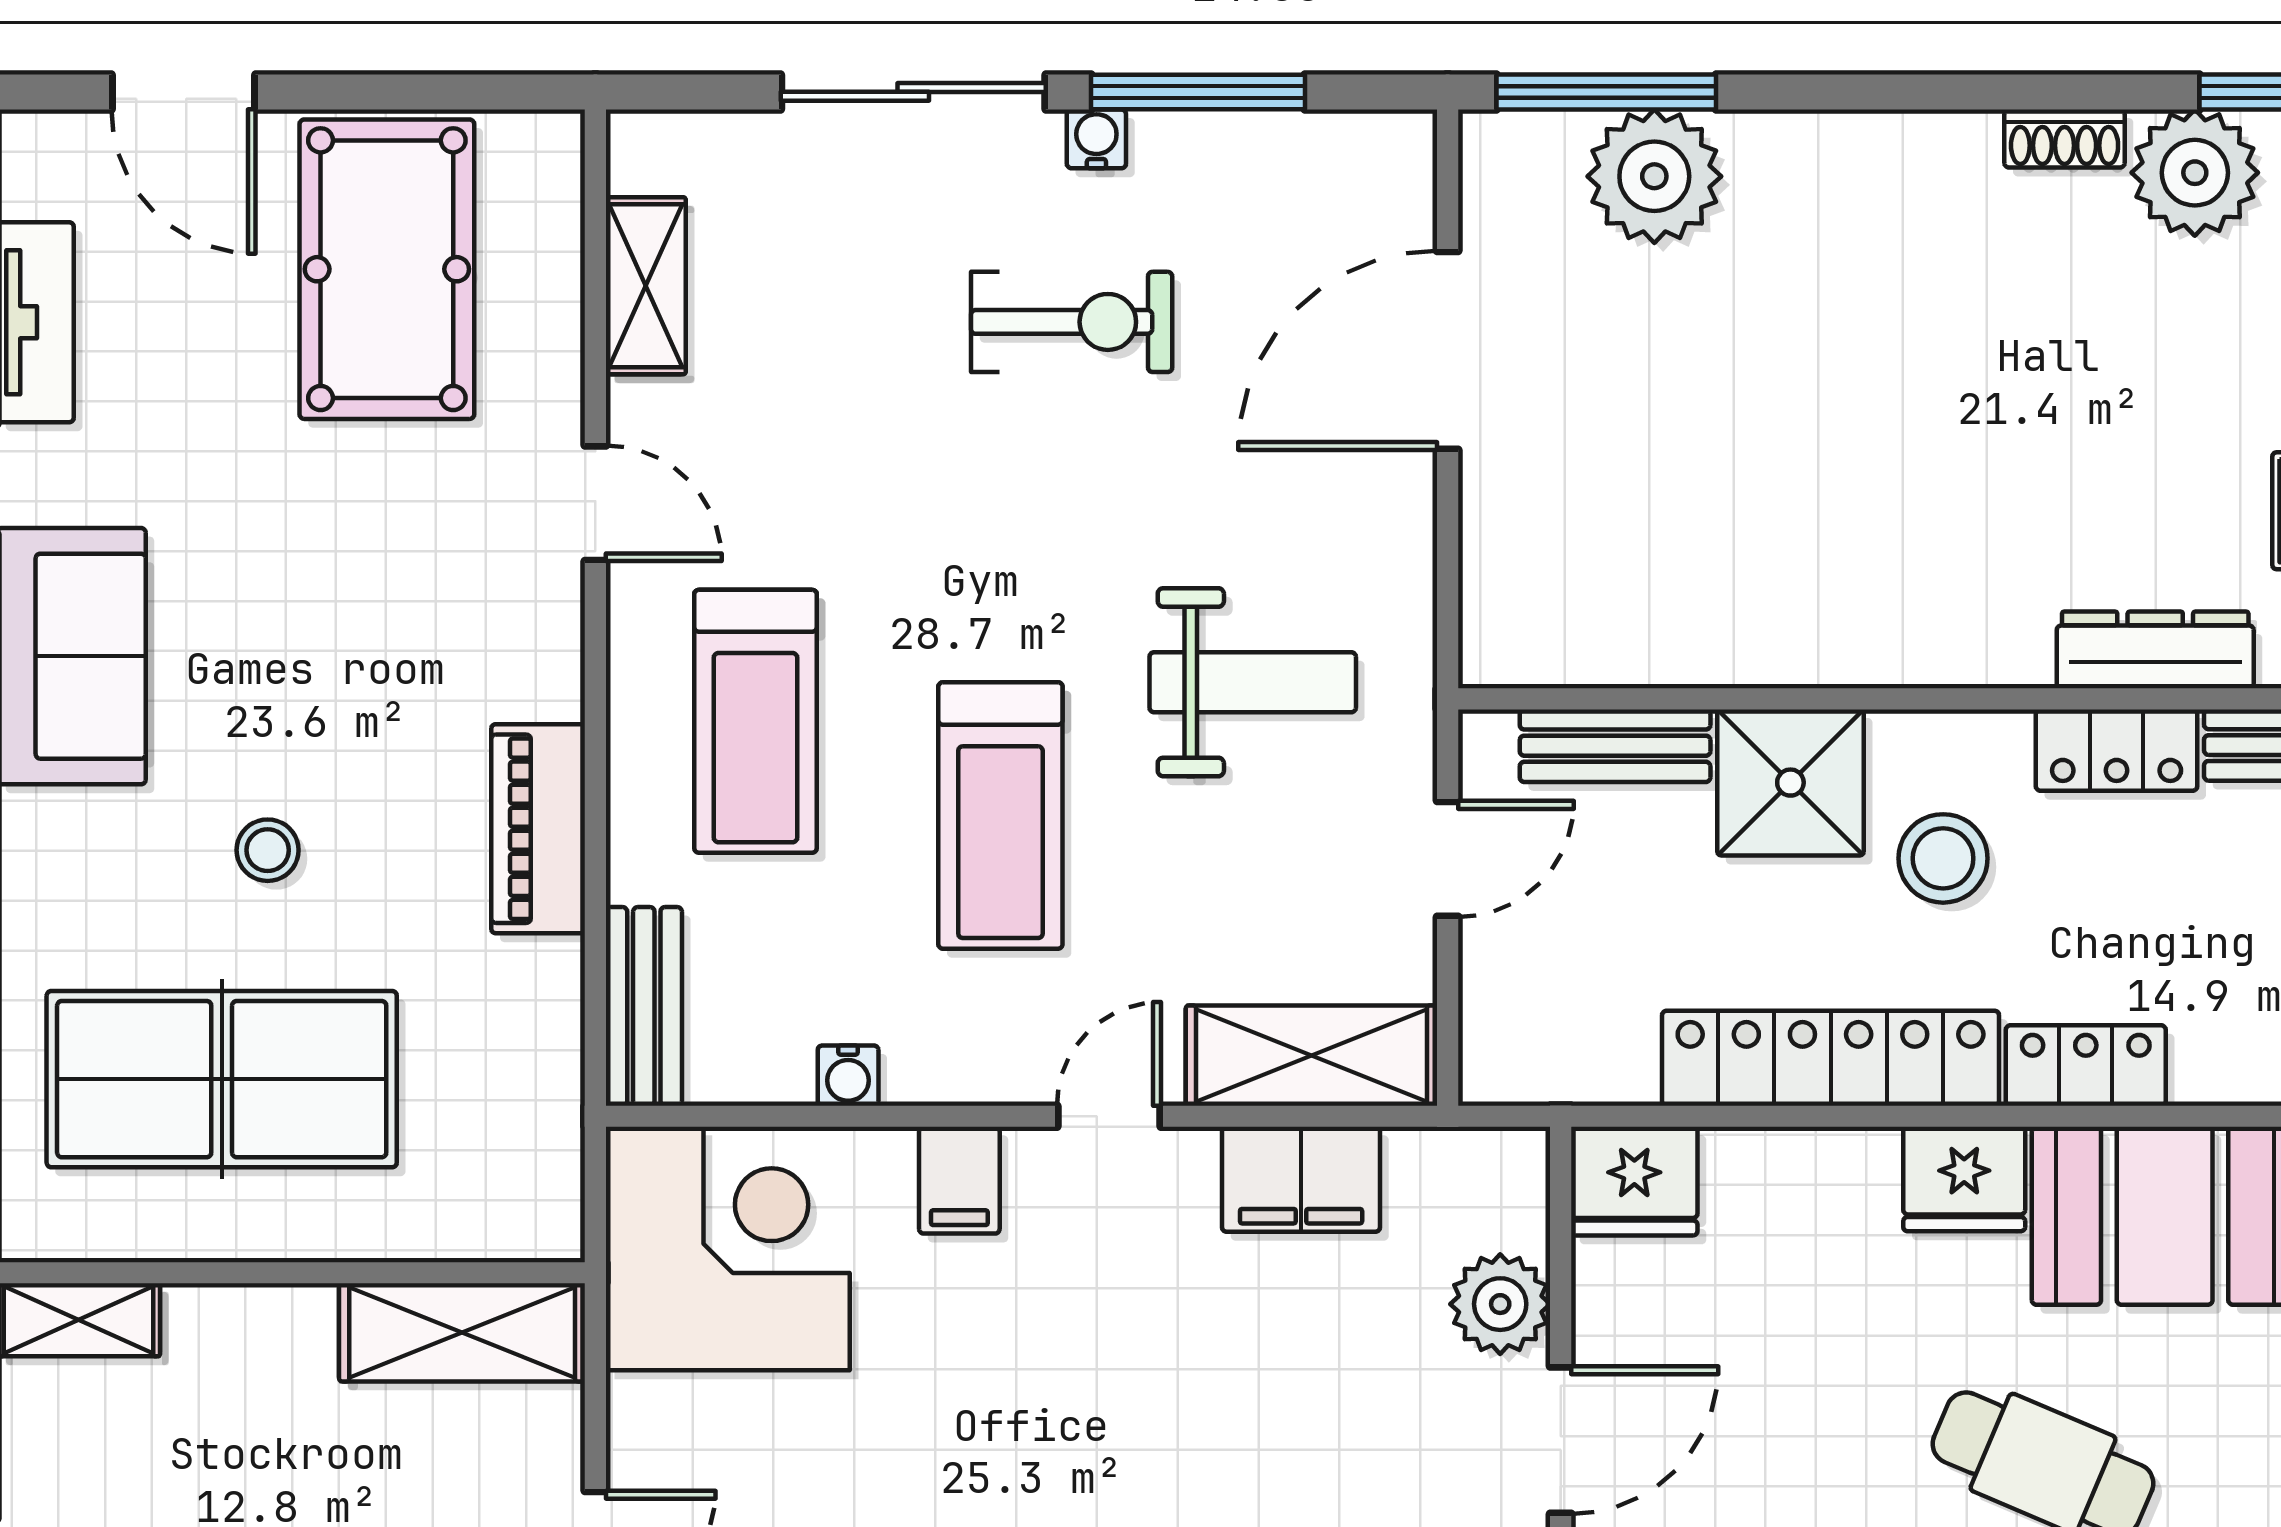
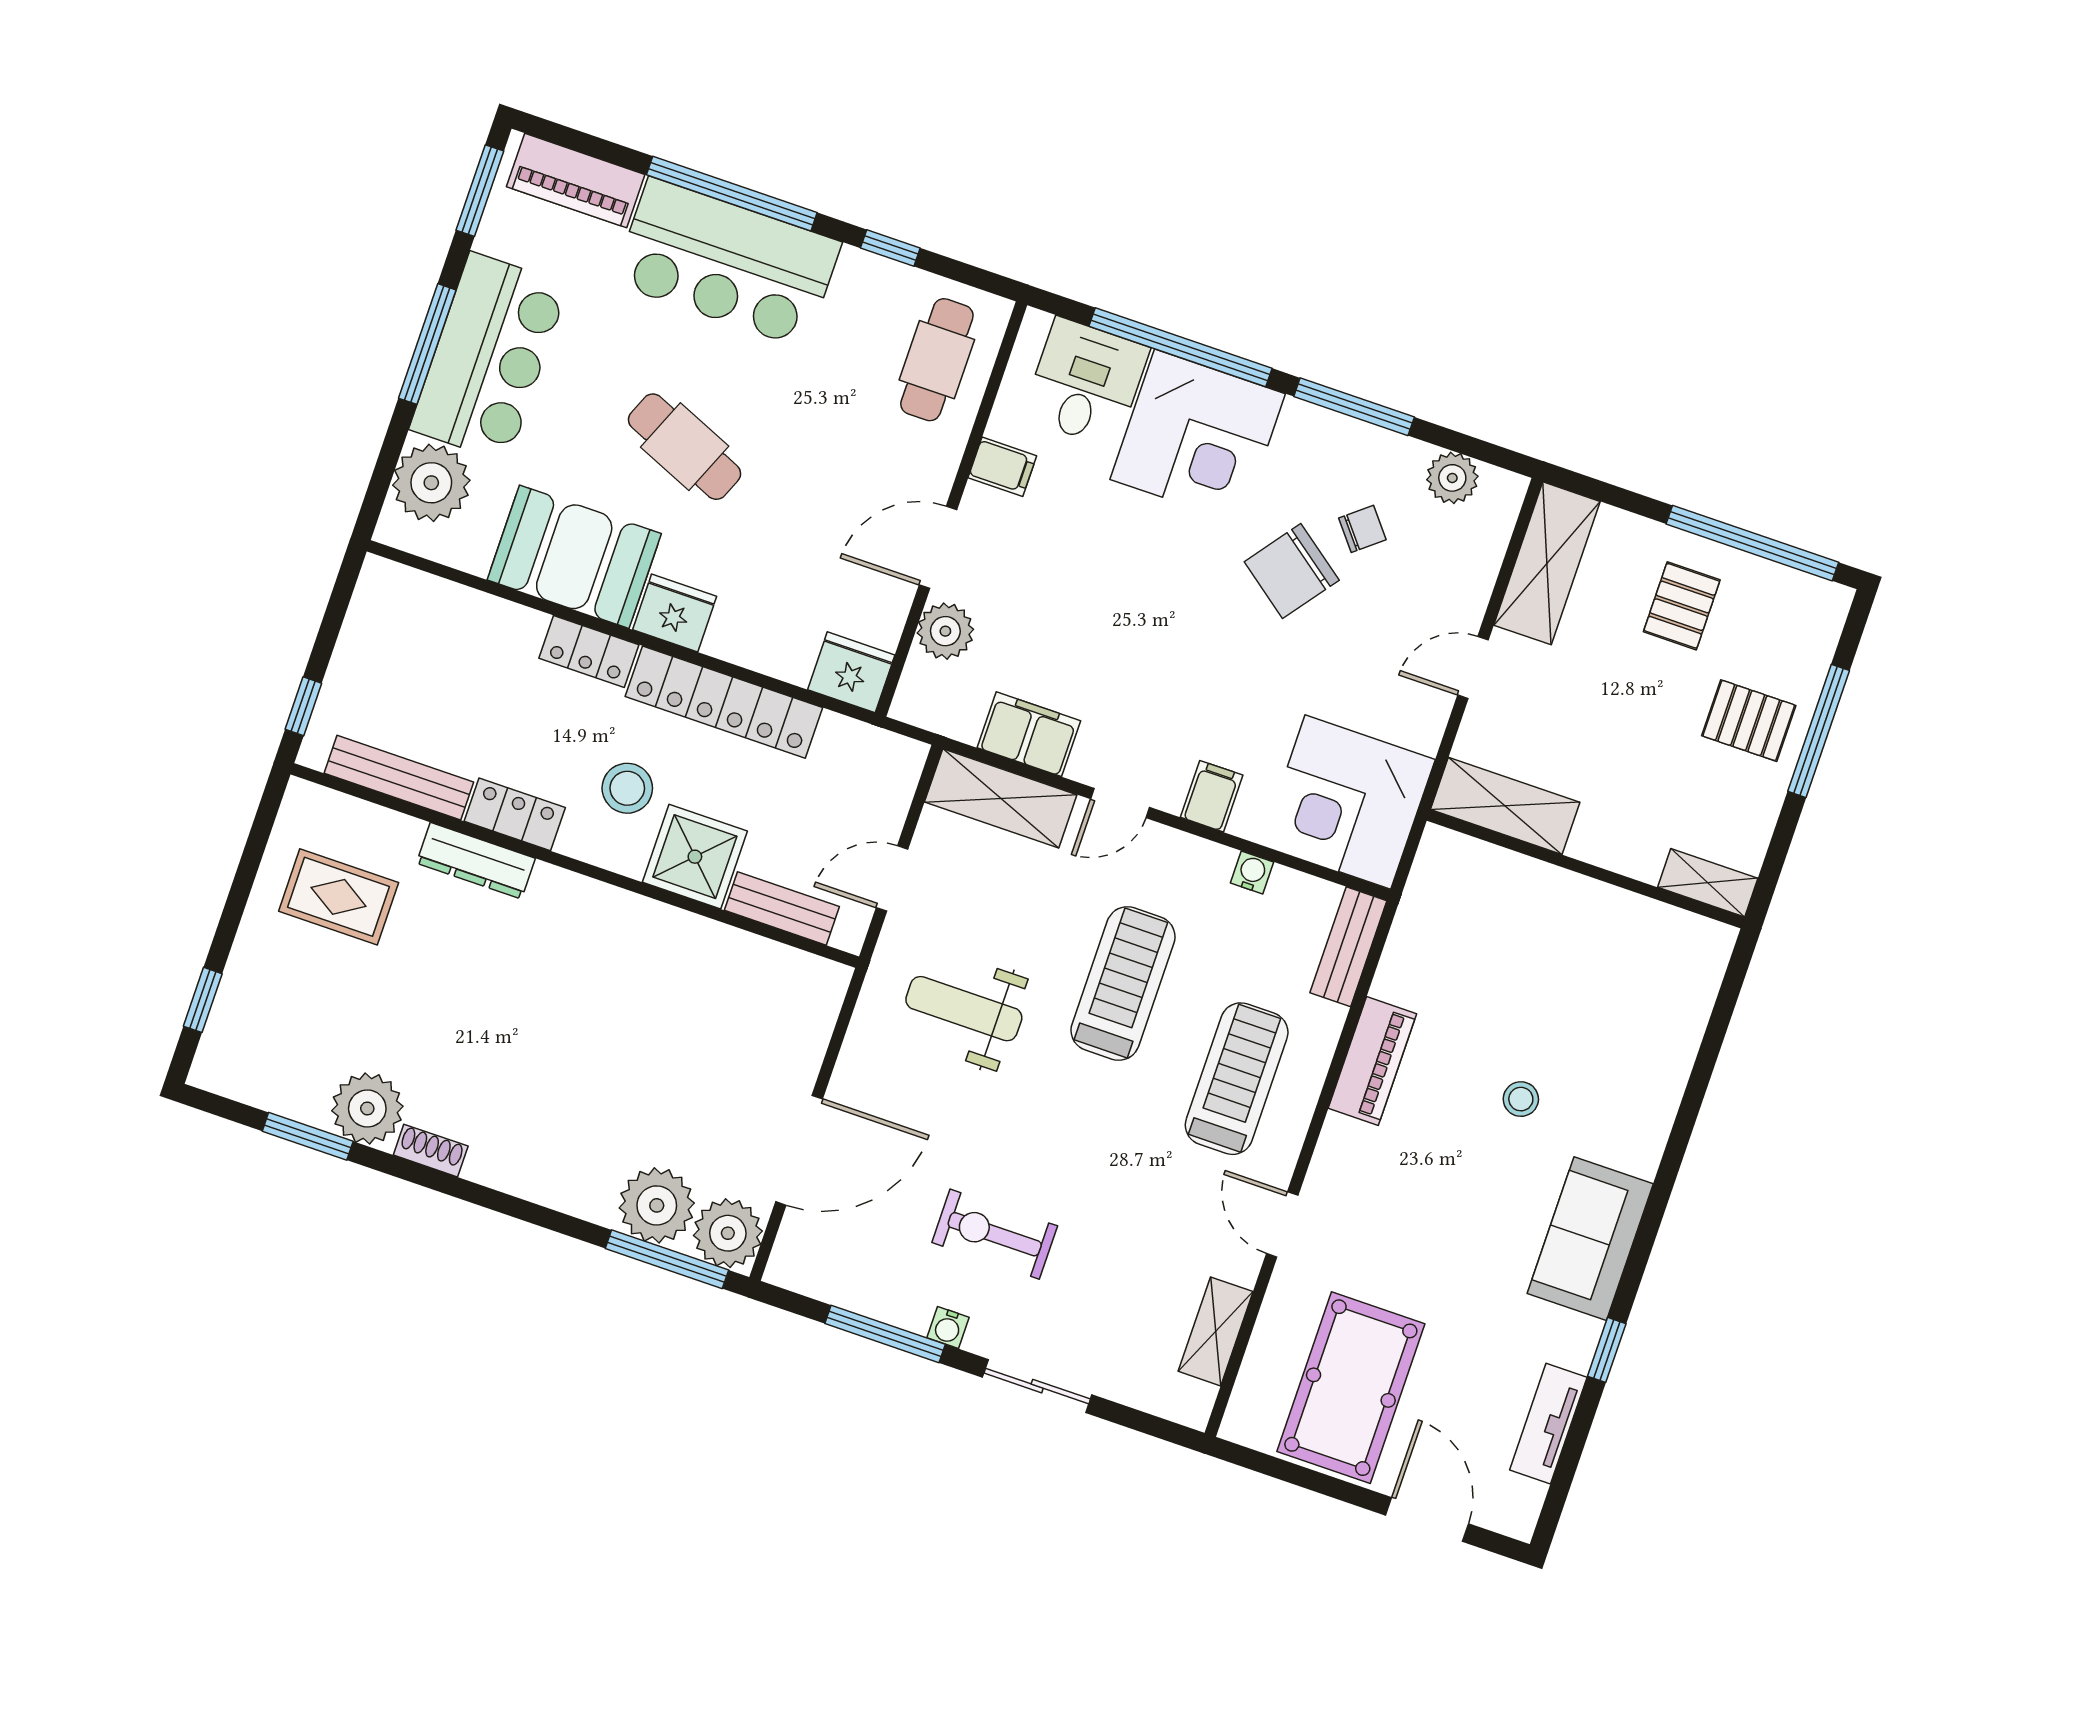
sliding door: (913, 92) -> (1037, 1386), width x0.73
plant: (1519, 171) -> (728, 1233), added
table tennis table: (222, 1079) -> (1587, 985), removed

